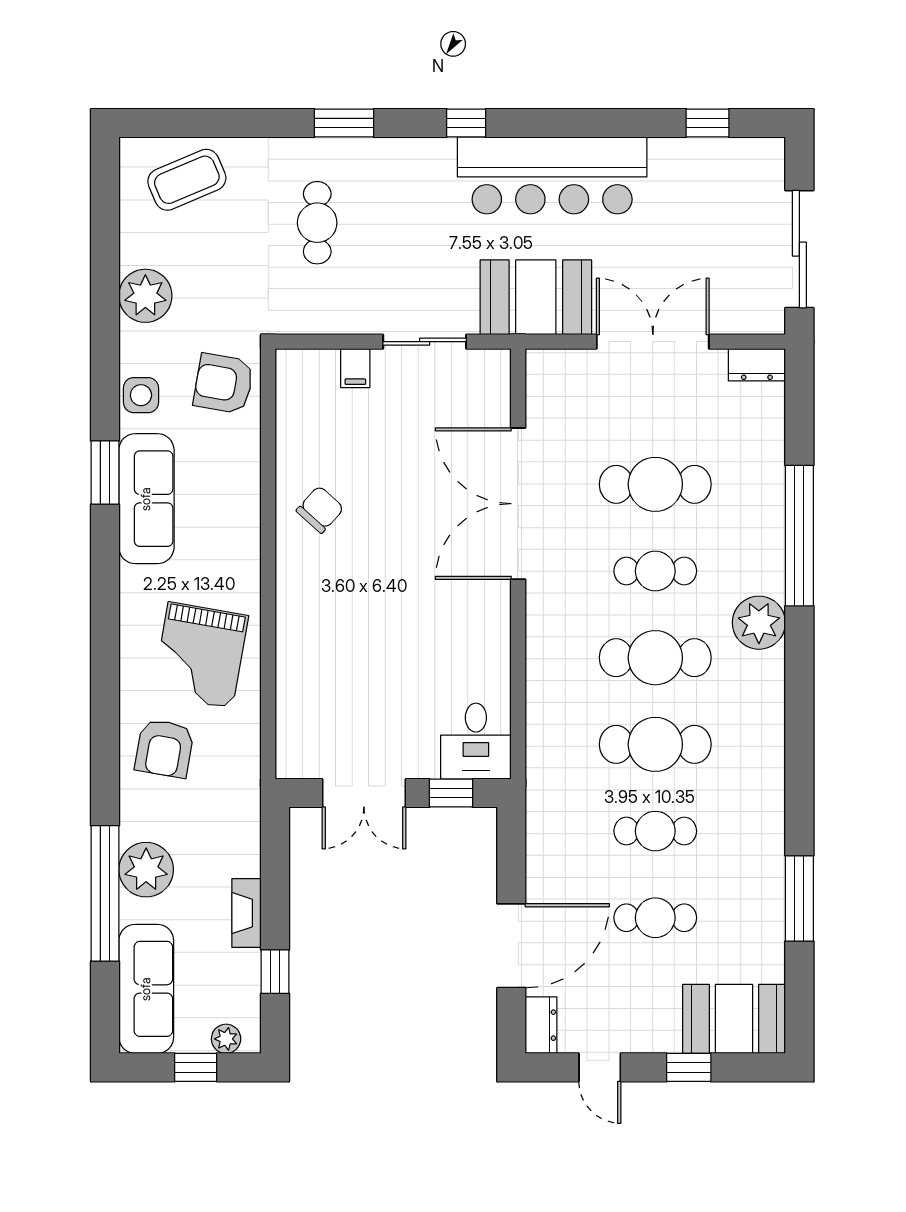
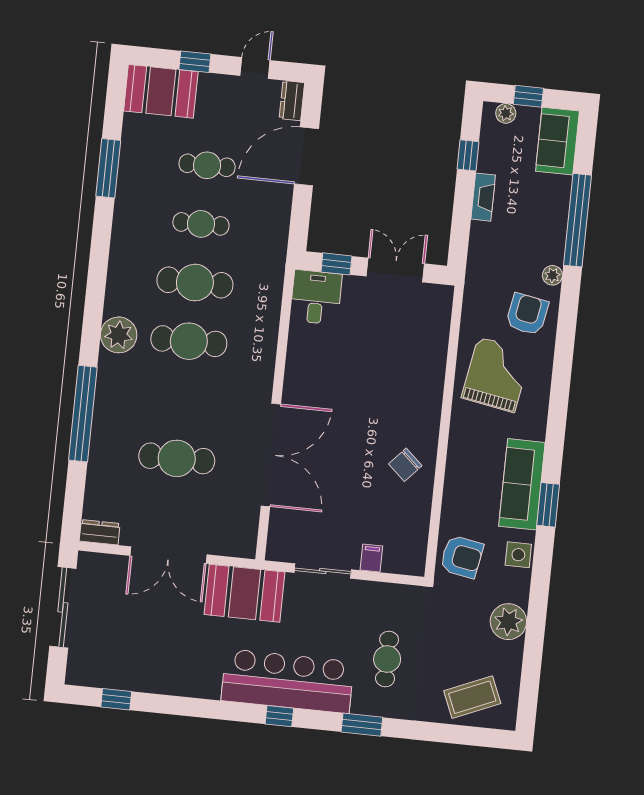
bar counter: (552, 175) -> (288, 681), moved
cafe table: (655, 571) -> (183, 400), removed
plant: (759, 623) -> (119, 335), moved
plant: (146, 870) -> (552, 275), moved, width x0.53, depth x0.53
sofa: (146, 989) -> (557, 141), width x0.73
door: (600, 1067) -> (255, 68), hinge flipped

